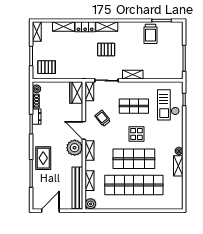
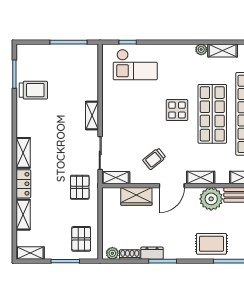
pallet: (106, 50) -> (80, 187), moved
wardrobe: (76, 92) -> (136, 196), moved
shop shelf: (134, 106) -> (137, 114), removed
plant: (75, 148) -> (211, 199), moved

